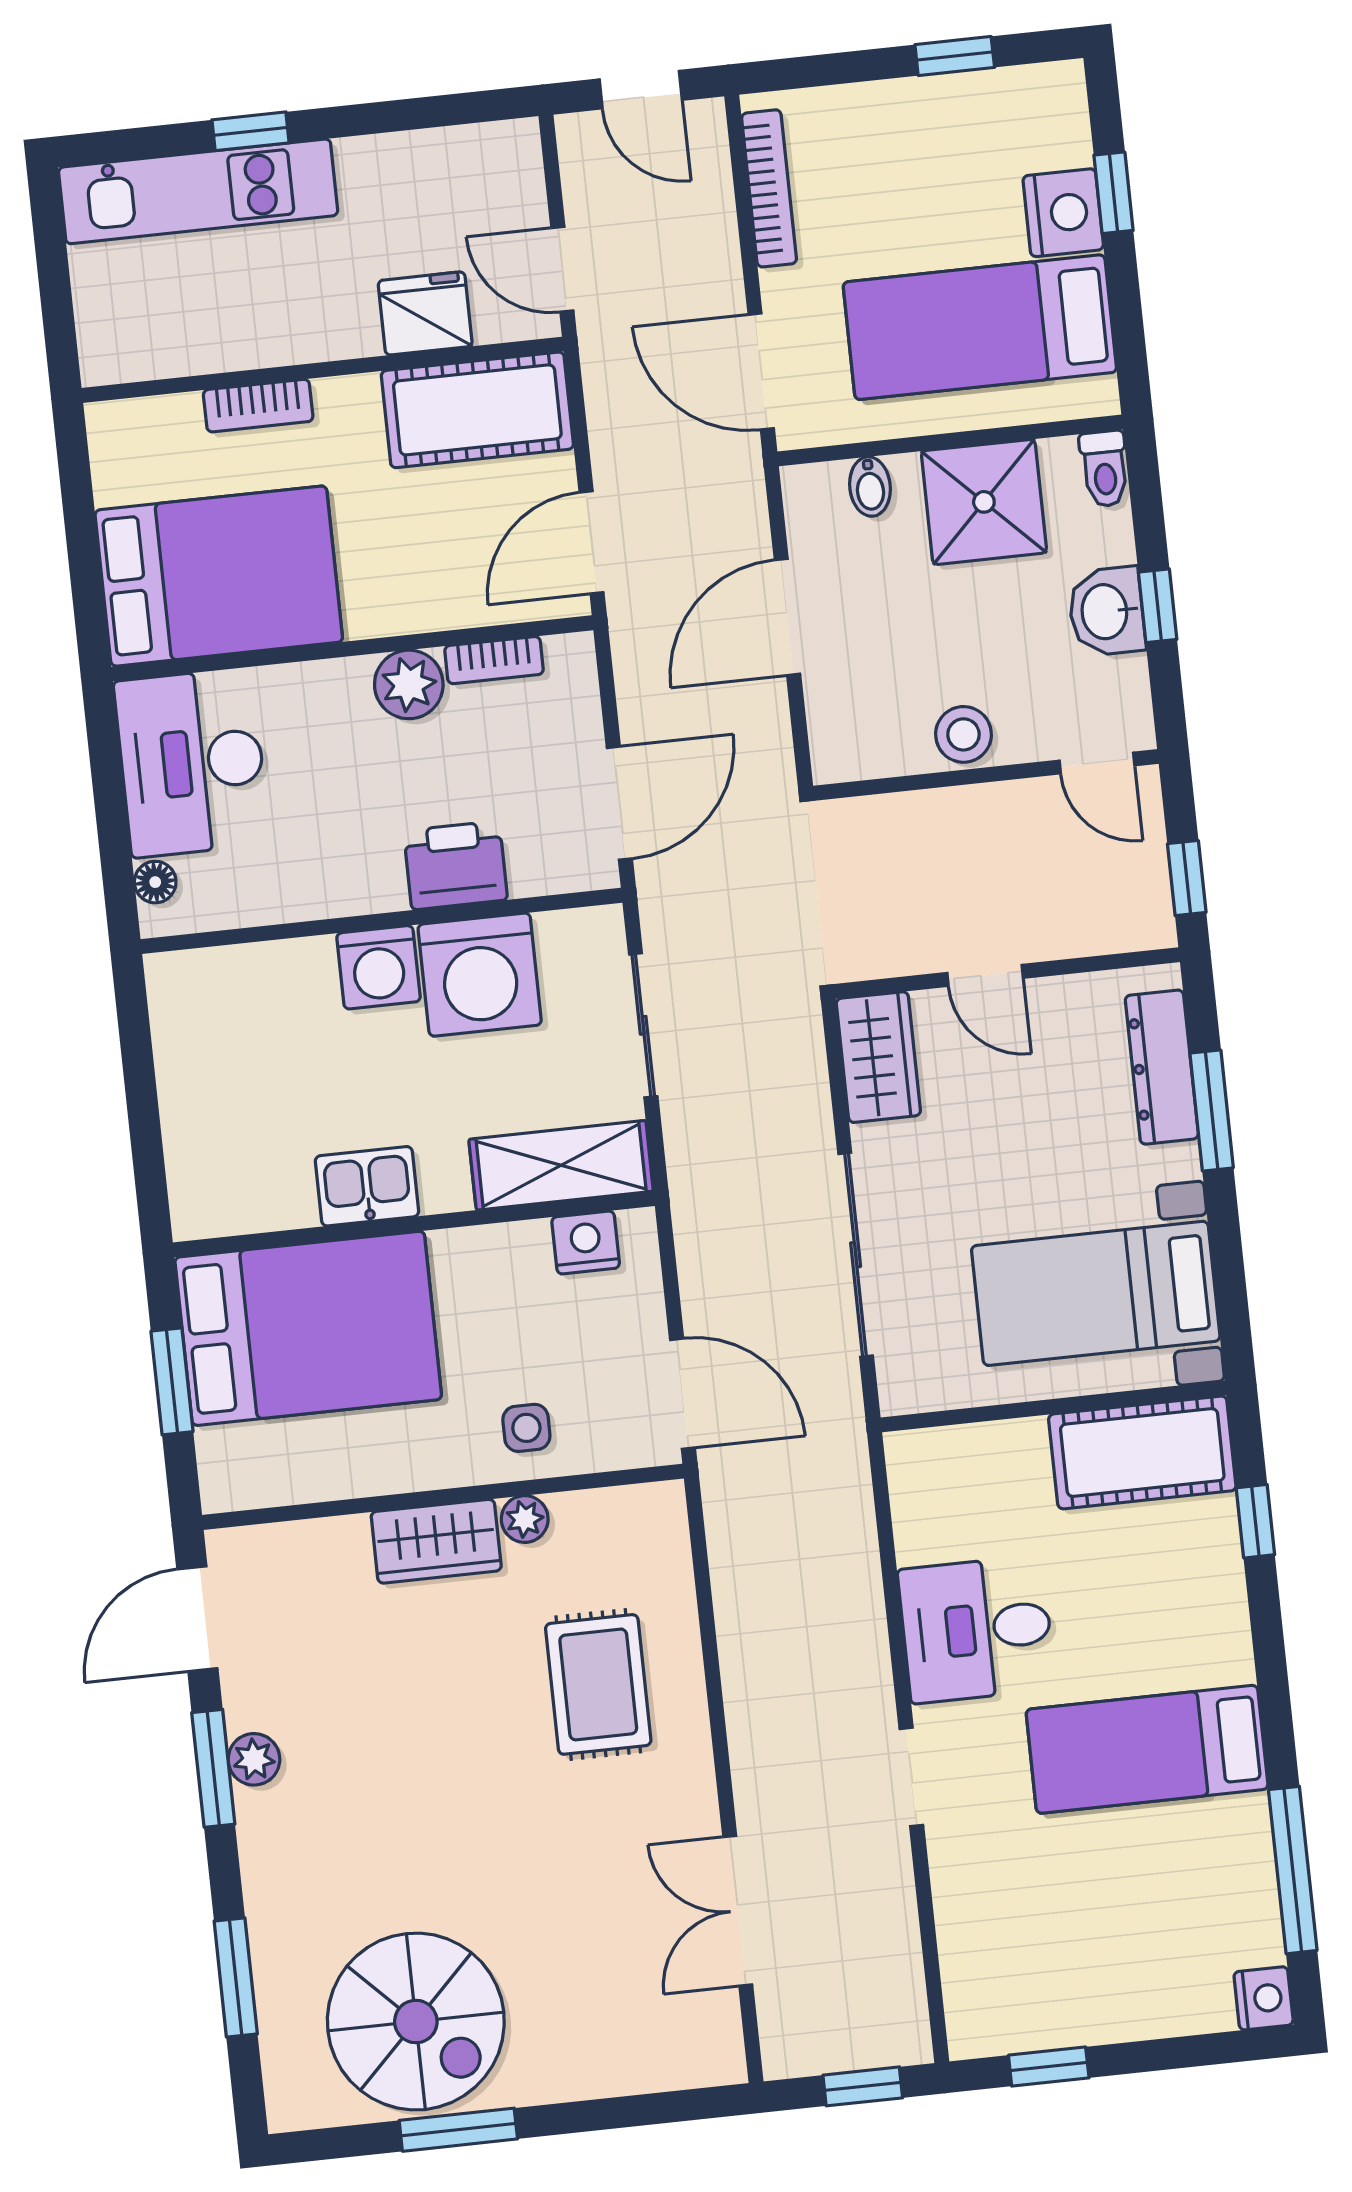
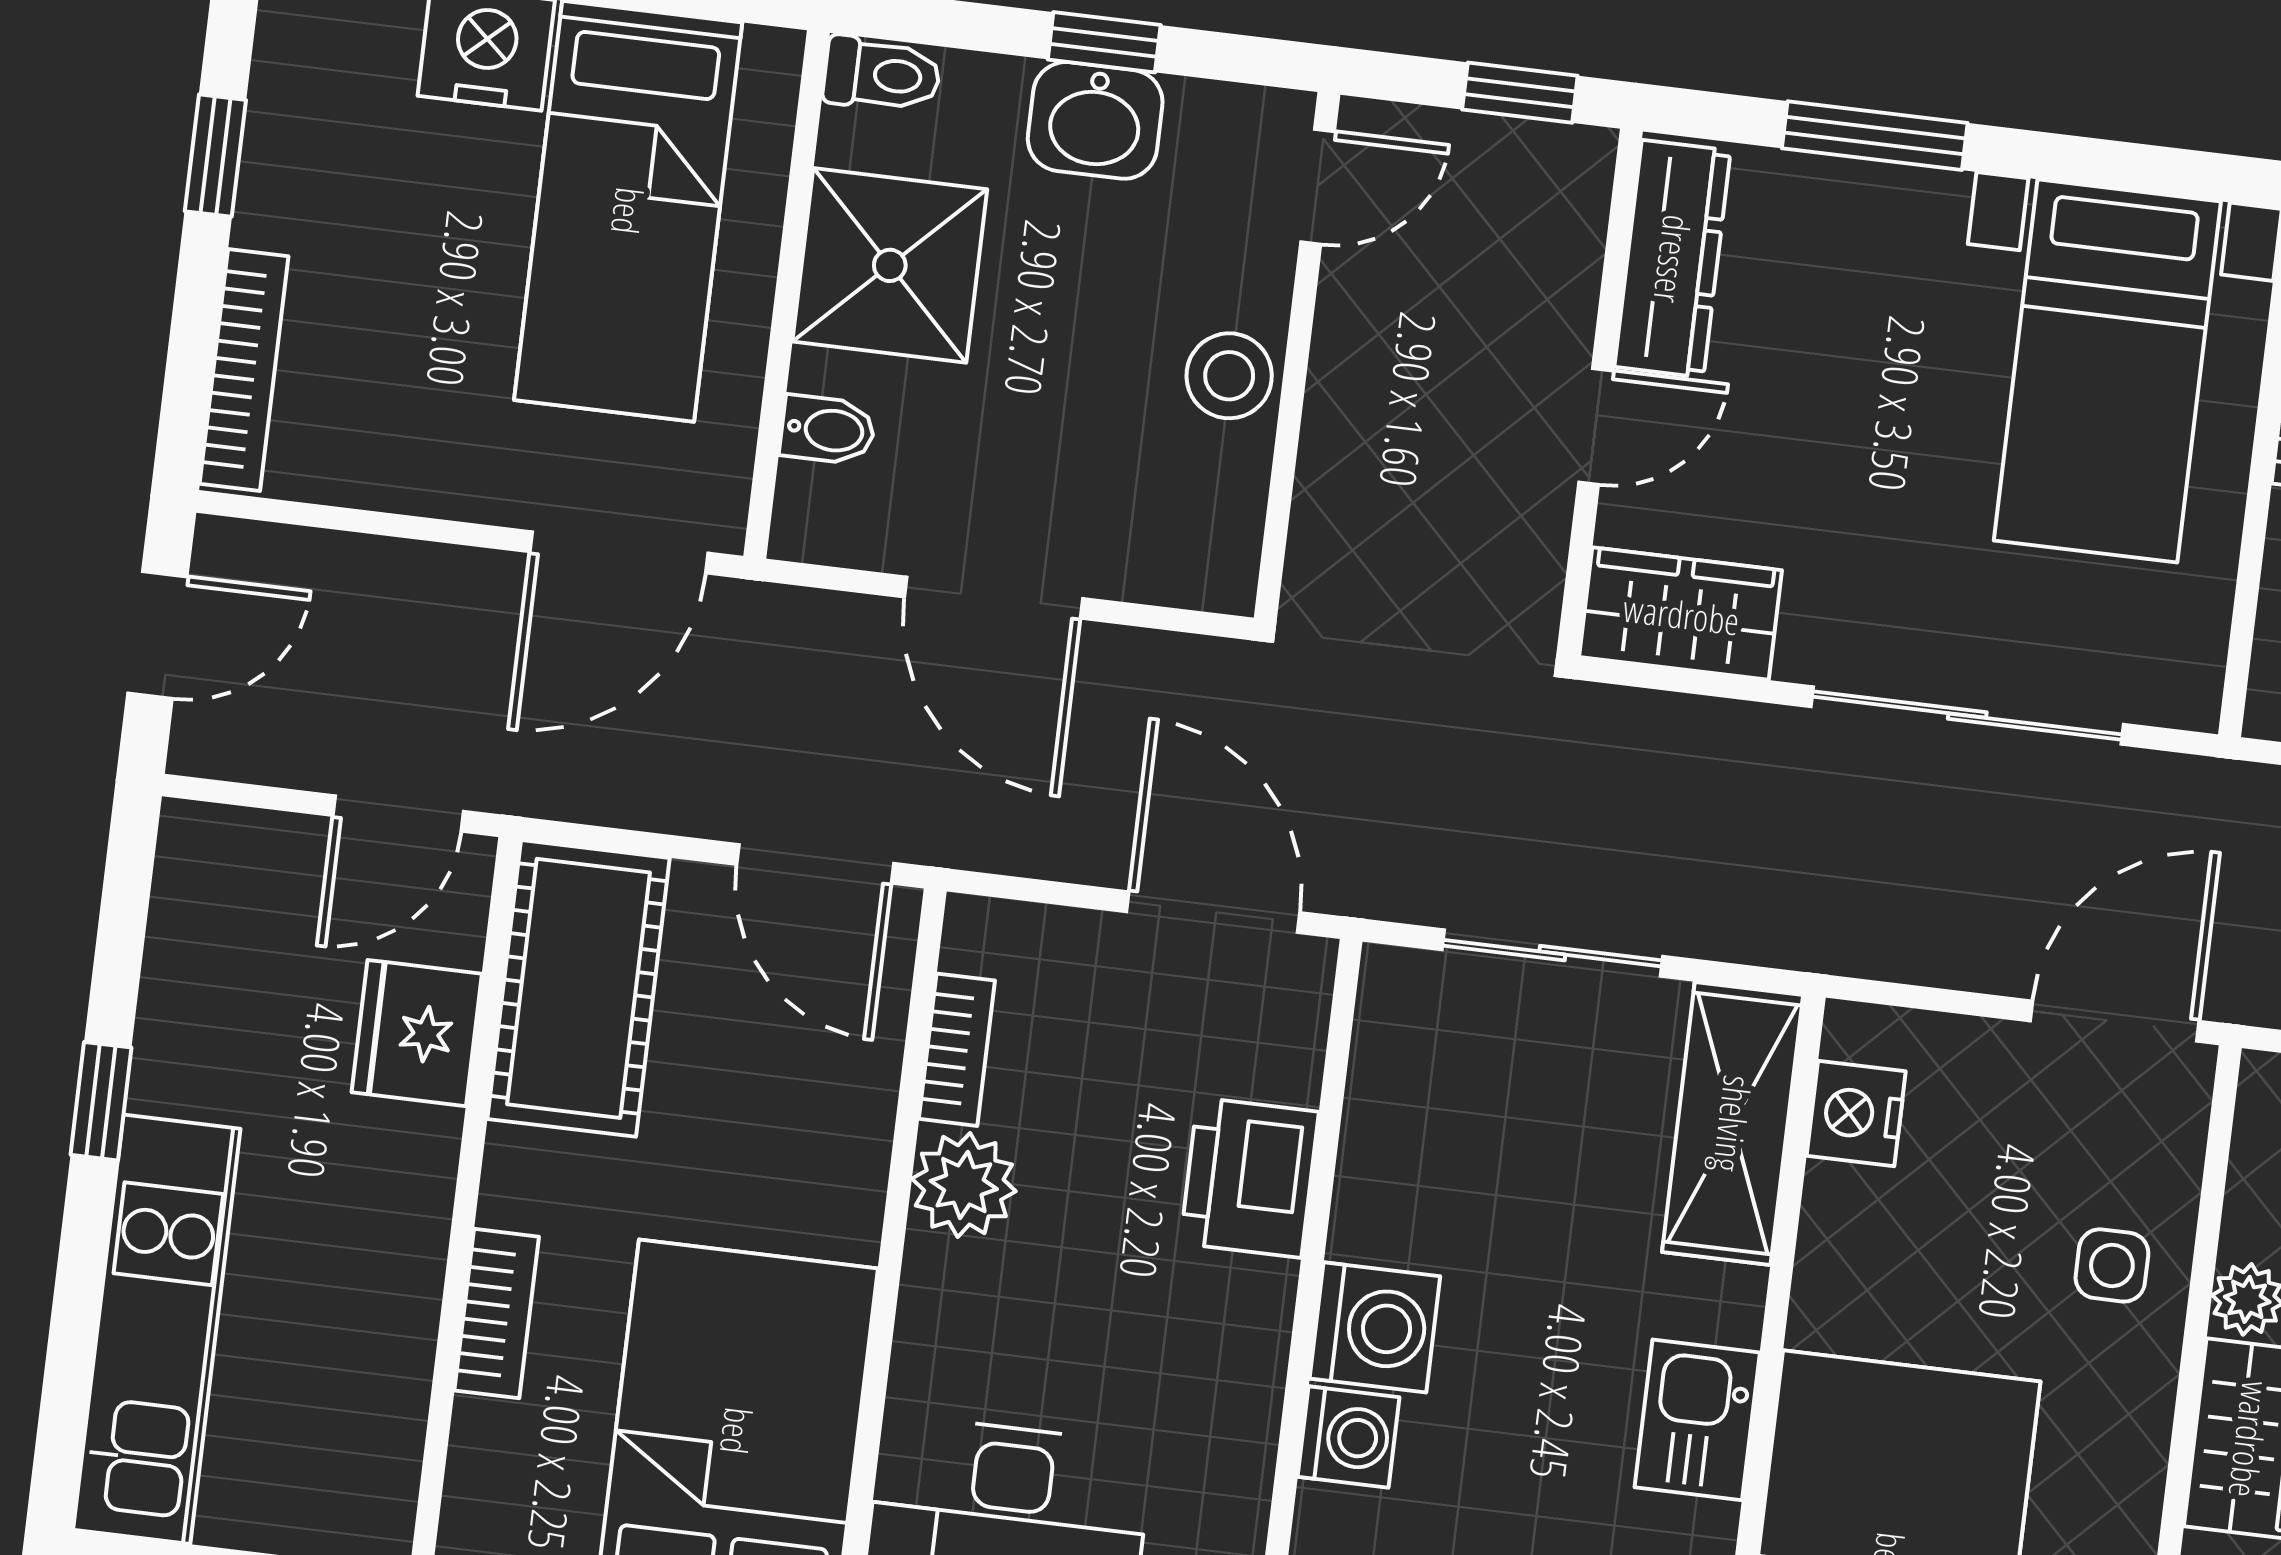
window: (251, 131) -> (101, 1101), moved
bookcase: (769, 188) -> (244, 370), moved, turned 90
washing machine: (480, 975) -> (1349, 1437), moved, width x0.53, depth x0.53
dresser: (1162, 1067) -> (1673, 259), moved, turned -90

